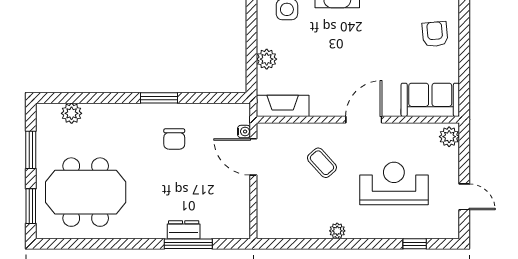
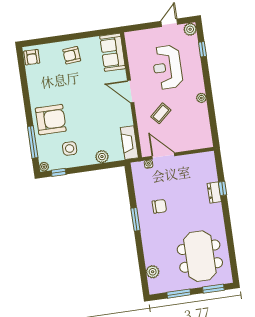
plant: (449, 137) -> (190, 29), moved
door: (253, 157) -> (163, 156), swing flipped
window: (188, 244) -> (222, 188), width x0.46

